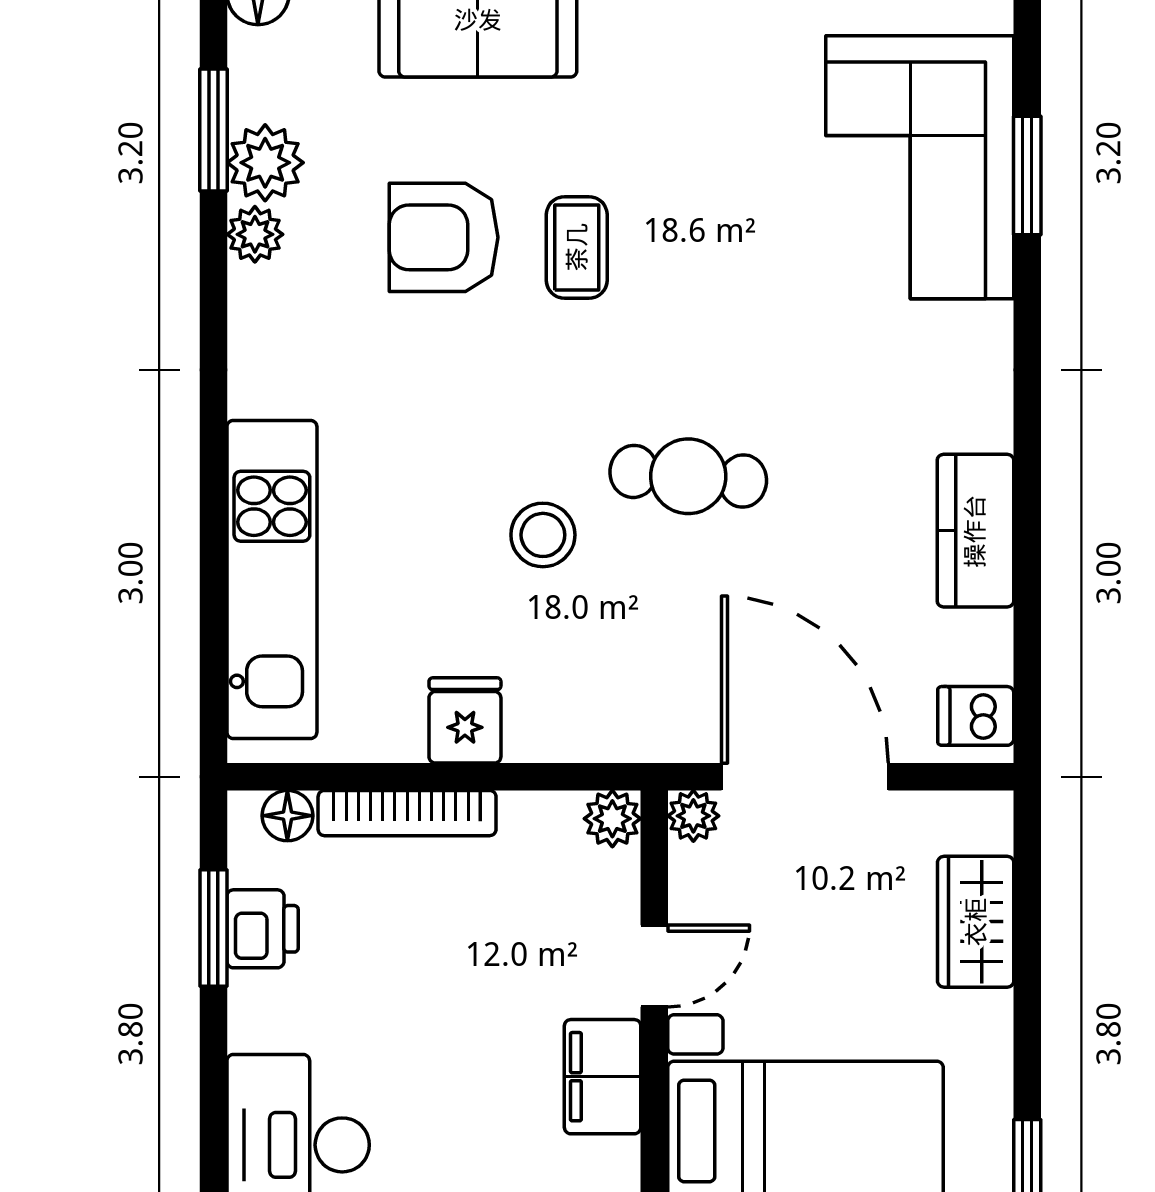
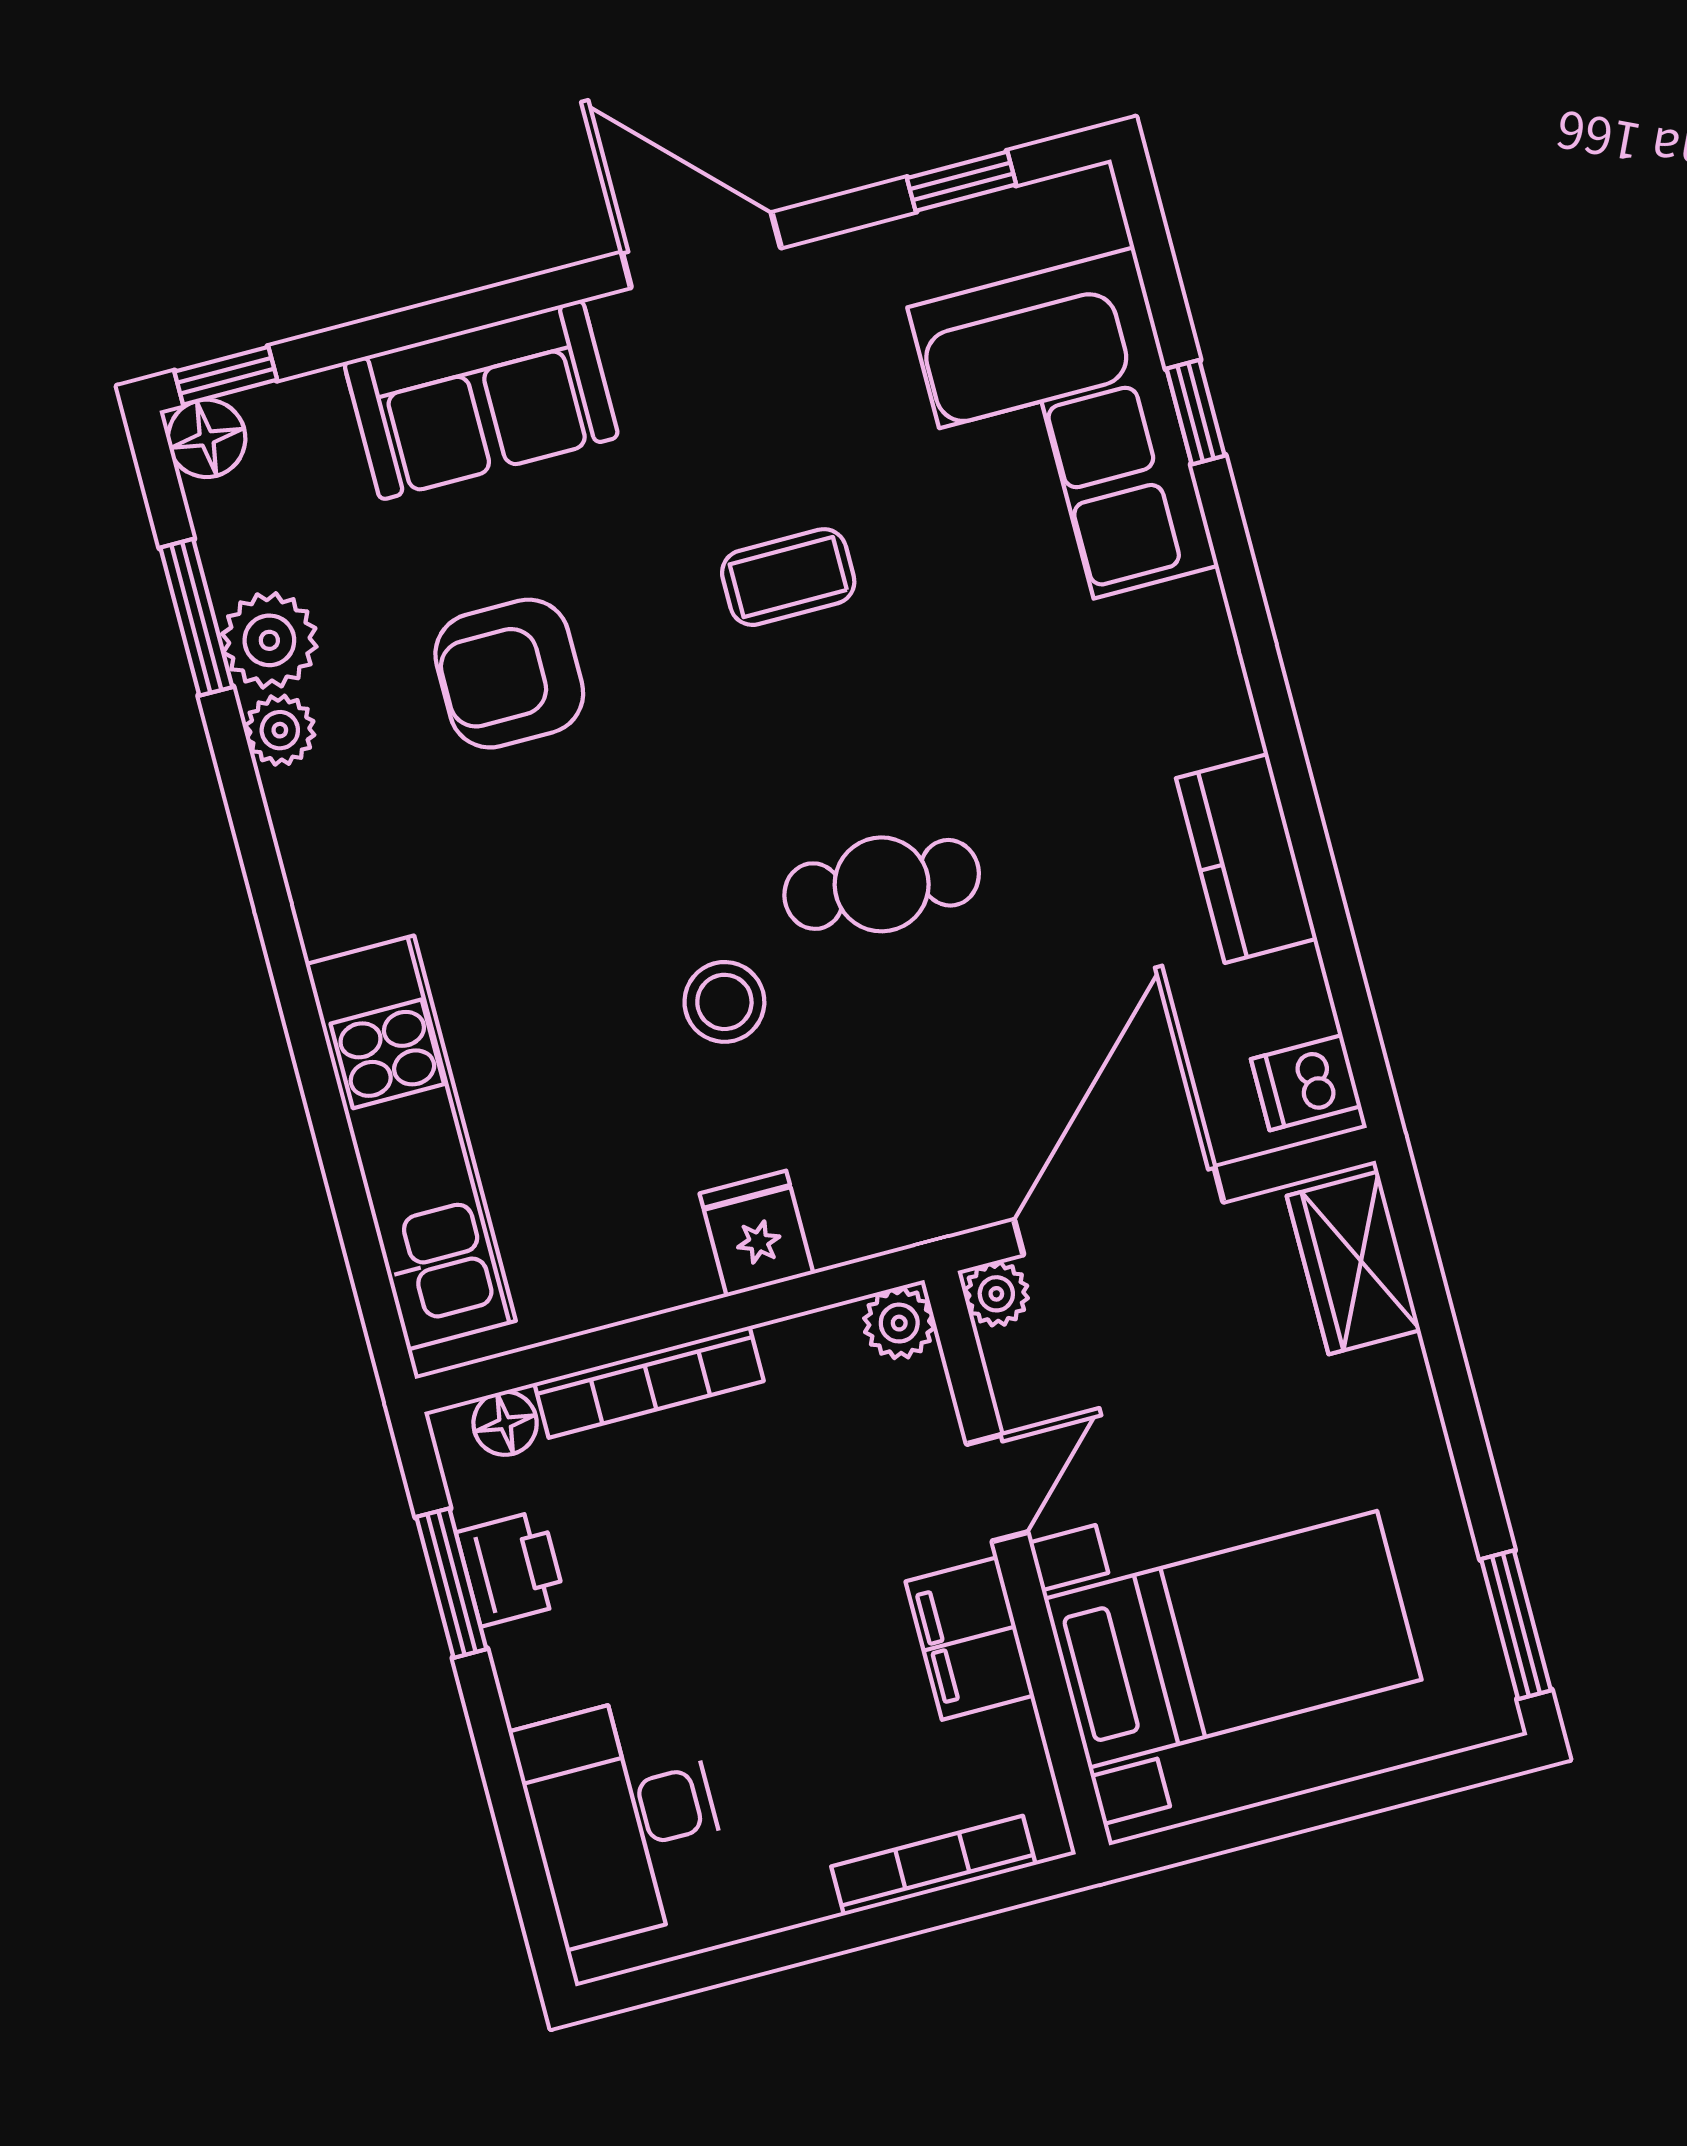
window: (1027, 175) -> (1196, 412), width x0.67
coffee table: (577, 247) -> (788, 577), moved, turned 90
fridge: (465, 720) -> (757, 1234), moved
door: (805, 777) -> (1119, 1211), hinge flipped
wardrobe: (976, 922) -> (1354, 1263), moved

